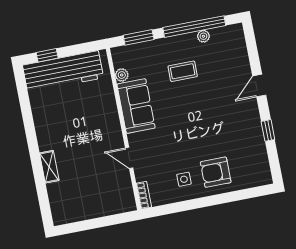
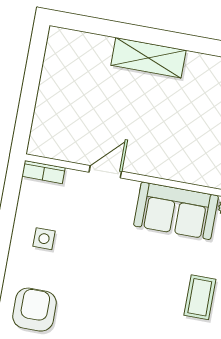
shelving: (49, 167) -> (148, 58), width x1.50, depth x1.33
armchair: (216, 172) -> (34, 310), moved

